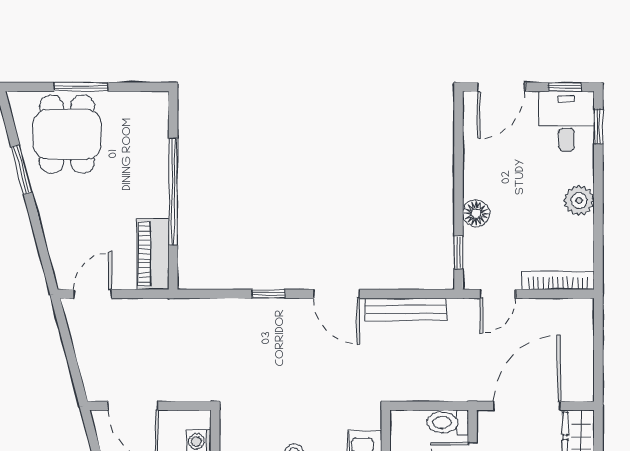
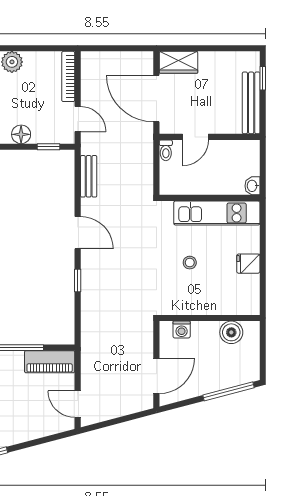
door: (336, 294) -> (78, 233), hinge flipped
bench: (406, 309) -> (89, 176), width x0.73
toilet: (448, 422) -> (166, 150), width x0.73, depth x0.72

